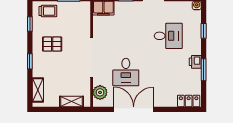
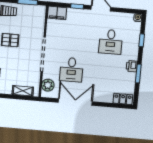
desk: (168, 36) -> (111, 42), turned 90

